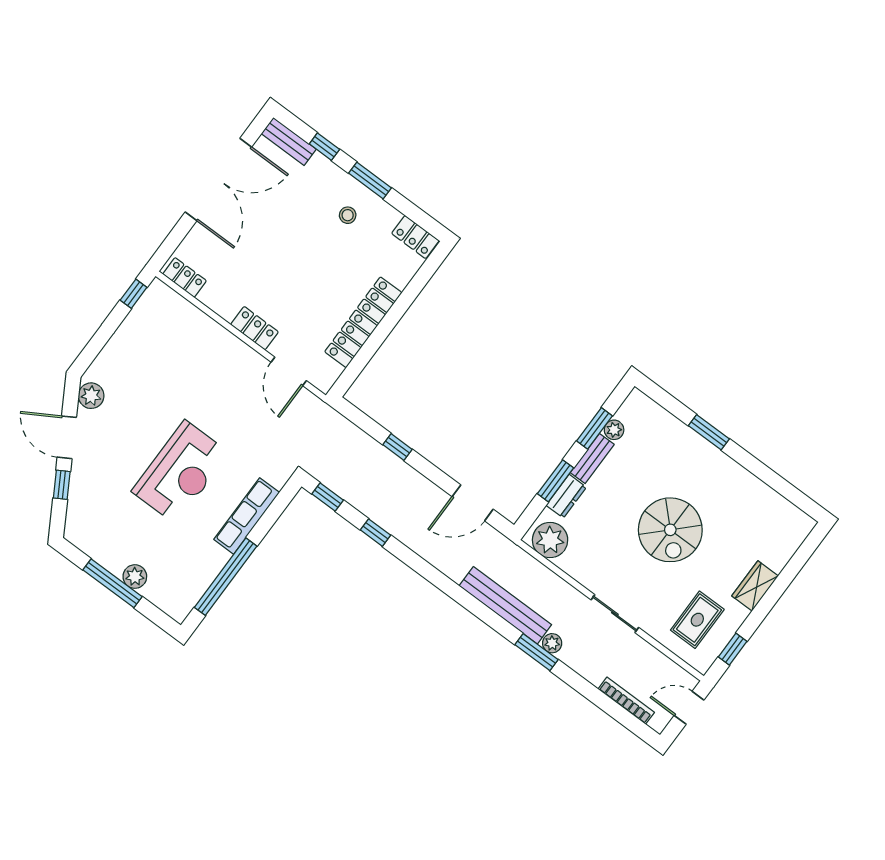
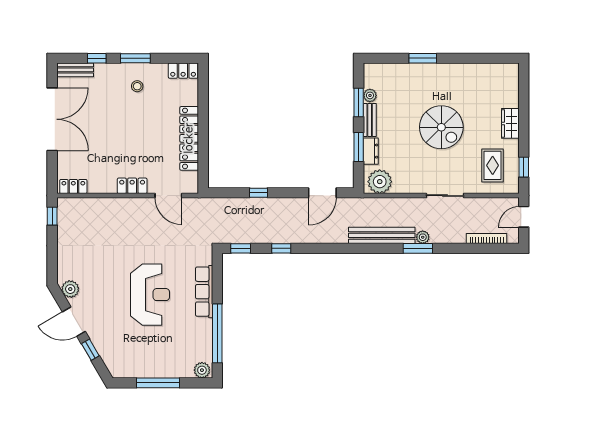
plant: (135, 577) -> (202, 370), moved

